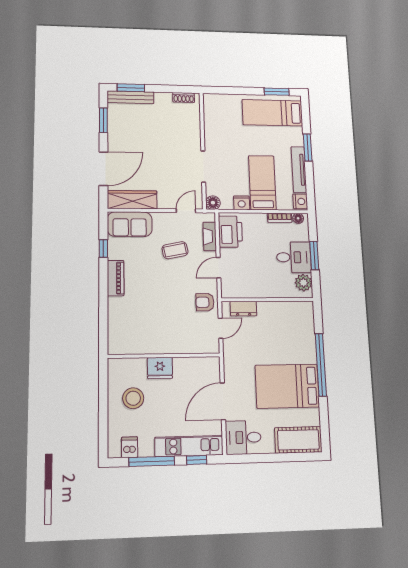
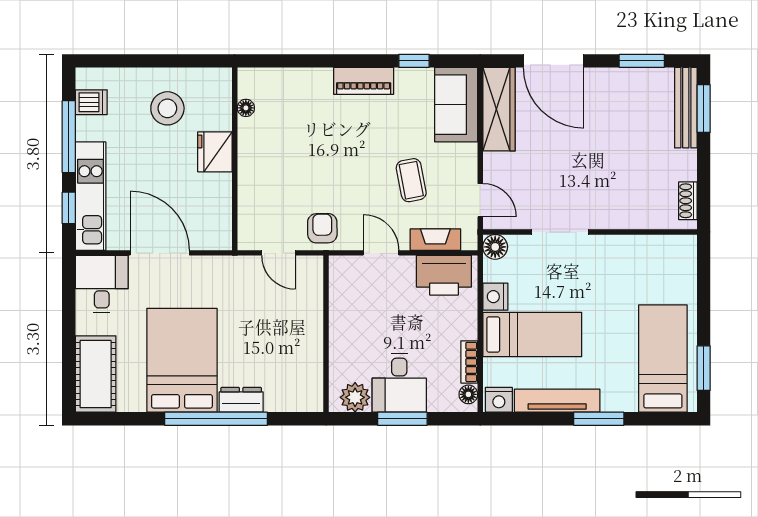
dresser: (243, 309) -> (241, 400), moved, turned 90
floor lamp: (133, 349) -> (246, 108), added

